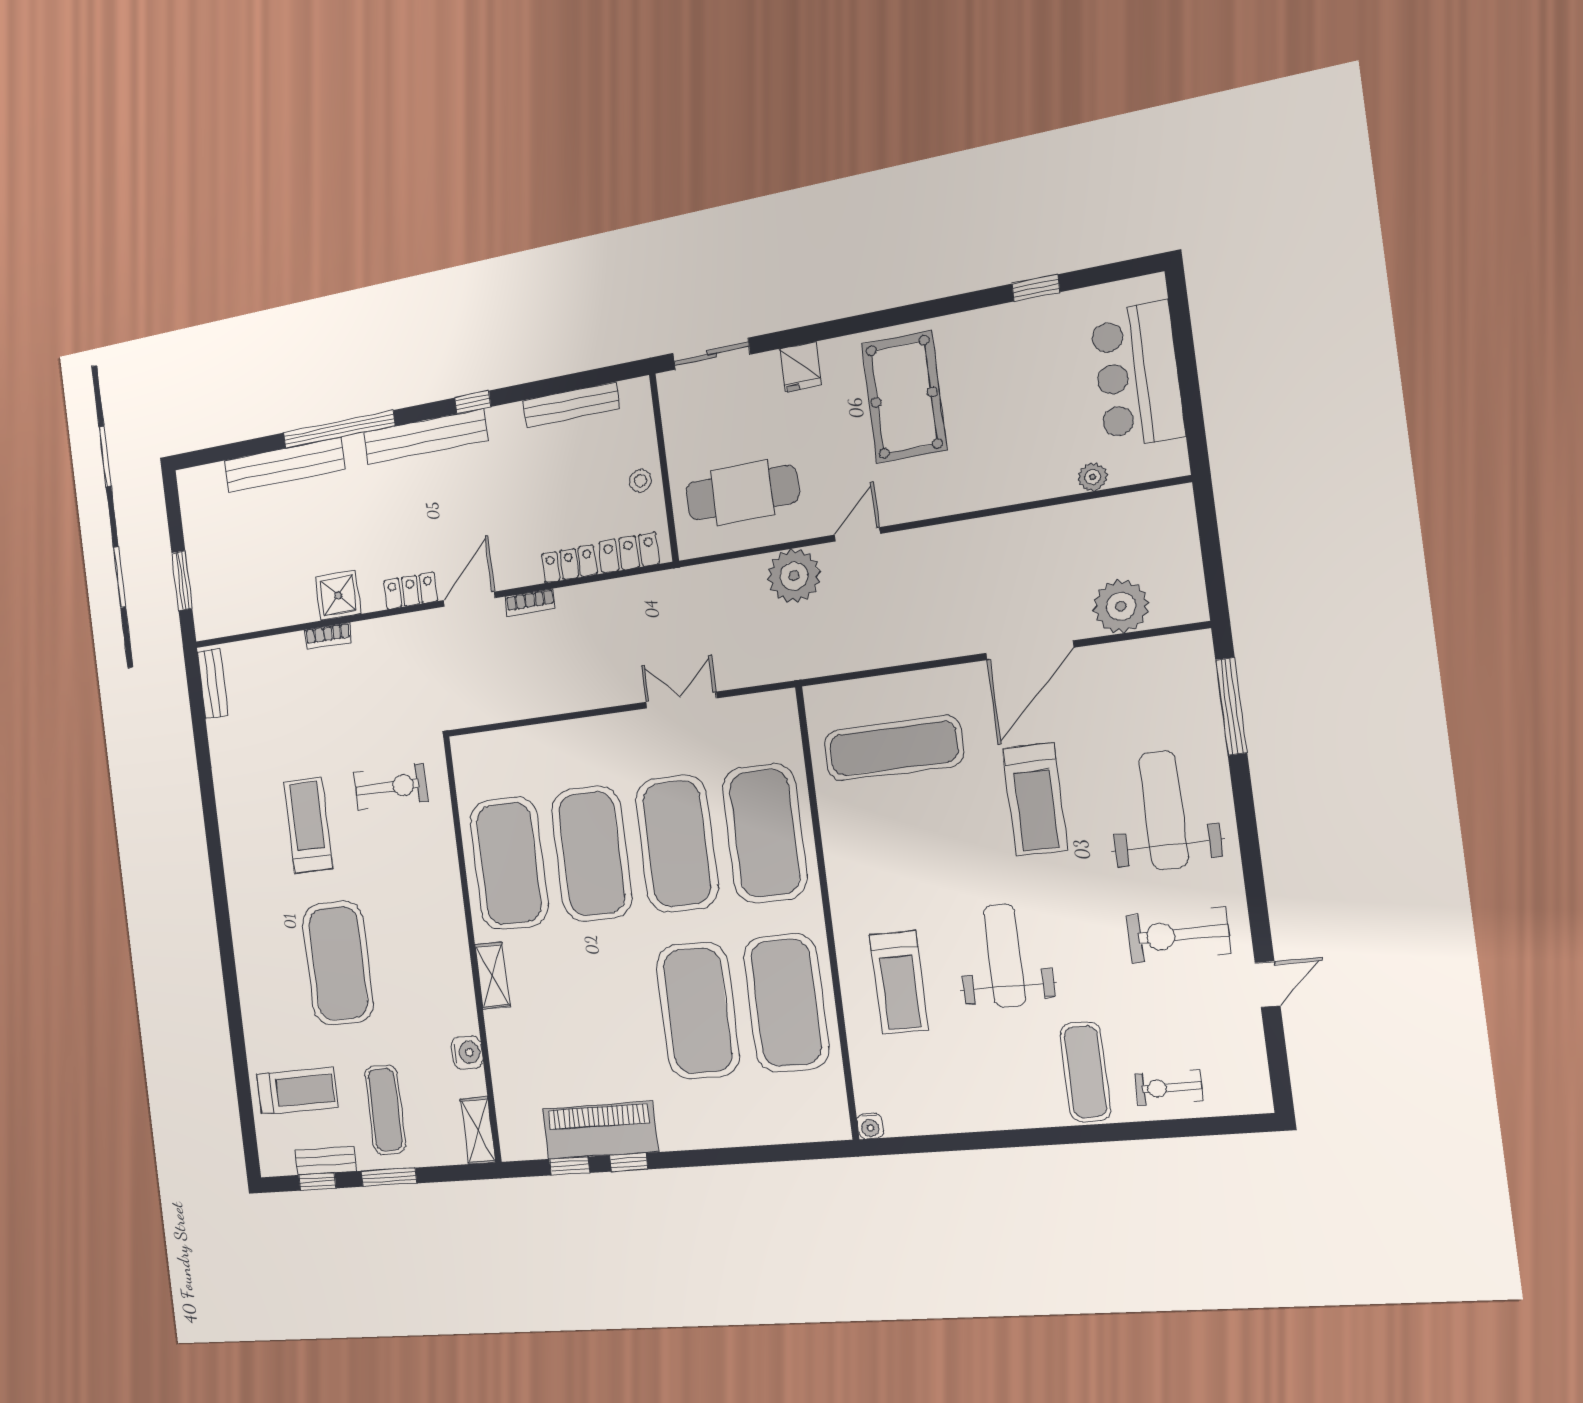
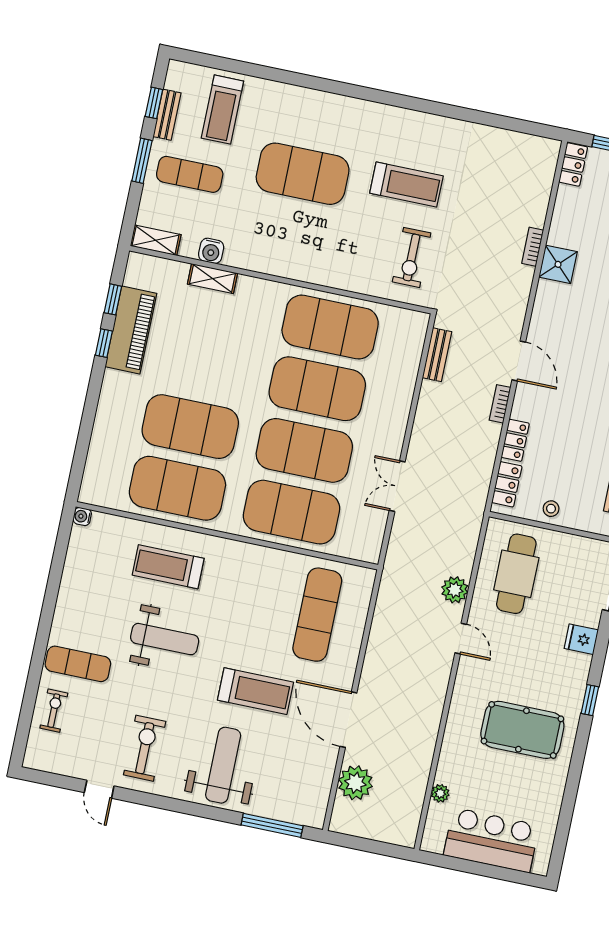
window: (1036, 288) -> (590, 700), moved
pool table: (904, 397) -> (522, 730), moved
plant: (794, 576) -> (455, 590), width x0.73, depth x0.73
locker: (410, 591) -> (573, 164), moved
bench: (213, 684) -> (437, 355), moved, turned 90
double door: (681, 700) -> (397, 486), swing flipped
treadmill: (1035, 799) -> (255, 691), turned 180
weight bench: (1163, 810) -> (223, 765), turned -90
shelving: (492, 976) -> (212, 279), moved

